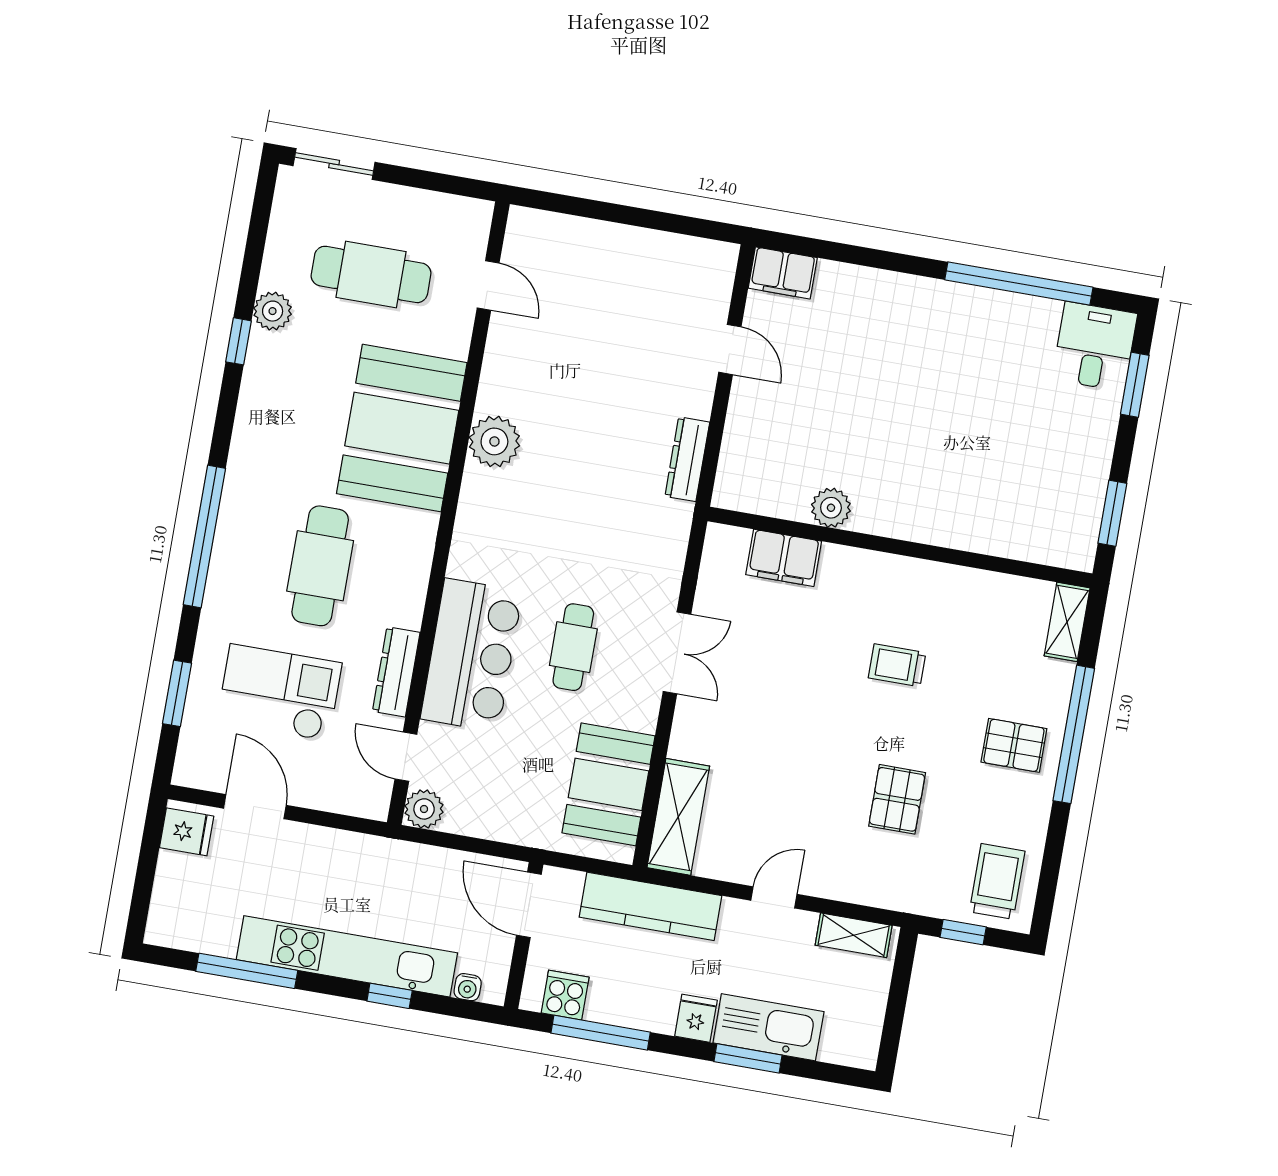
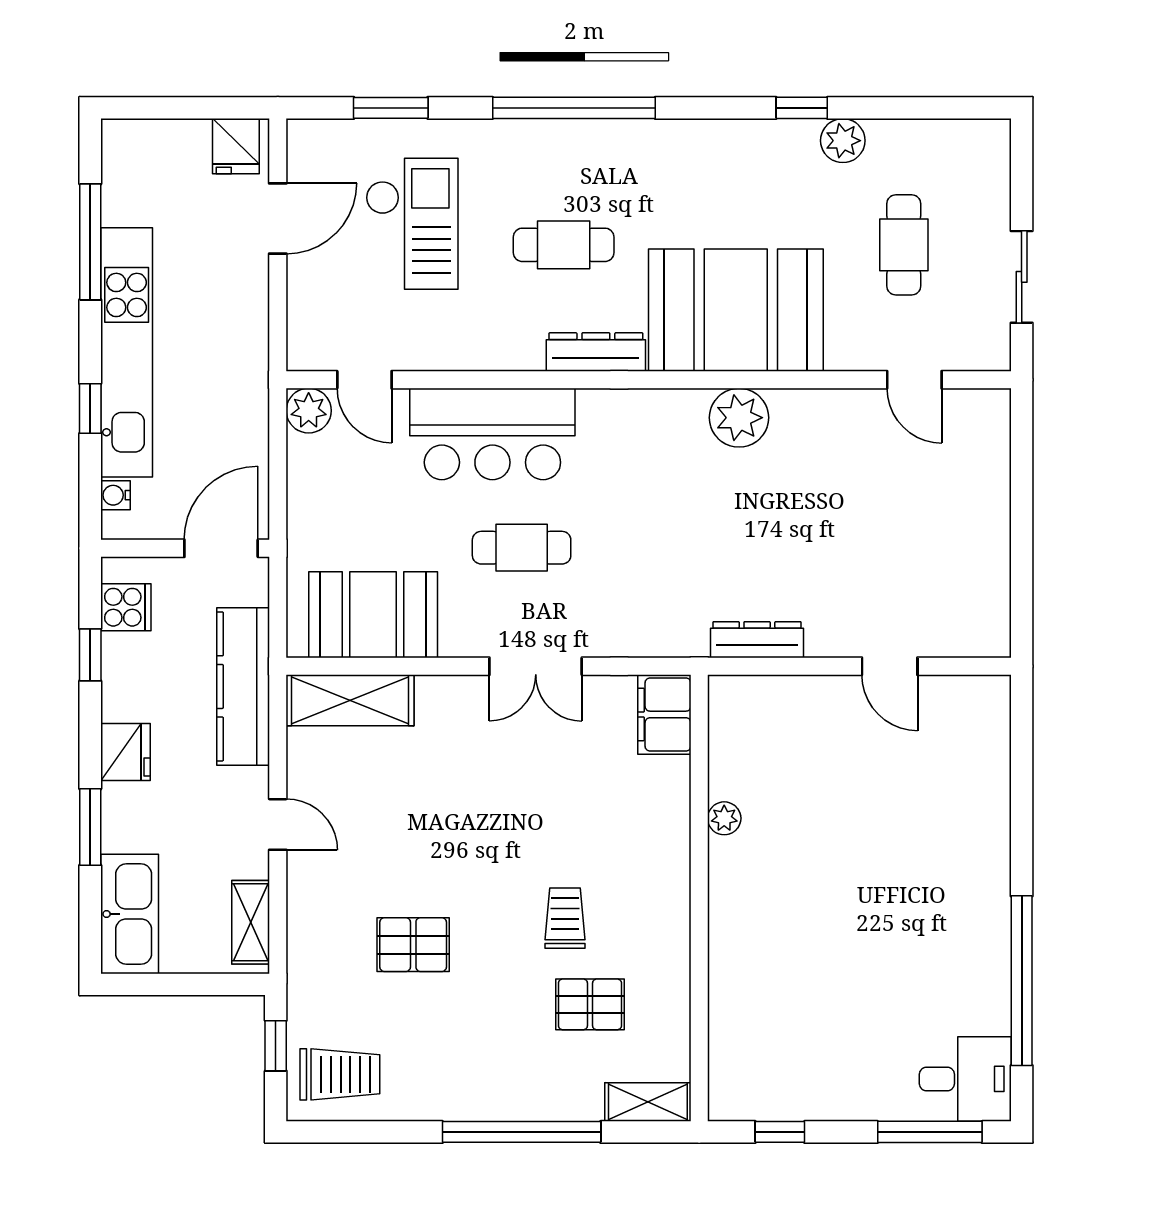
sliding door: (334, 164) -> (1022, 277), moved
filing cabinet: (783, 273) -> (987, 711), removed
cafe table: (371, 274) -> (904, 245), width x0.73, depth x0.74
door: (488, 286) -> (914, 380), hinge flipped
door: (730, 350) -> (890, 666), hinge flipped
window: (1135, 385) -> (930, 1132), width x1.44
plant: (831, 508) -> (724, 818), width x0.73, depth x0.73
window: (1112, 513) -> (780, 1132), width x0.67
filing cabinet: (784, 558) -> (664, 714), moved
cafe table: (320, 566) -> (564, 245), width x0.73, depth x0.74
dresser: (396, 672) -> (596, 352), moved
pallet: (1014, 745) -> (590, 1004), moved, turned 90
door: (406, 757) -> (364, 380), swing flipped
fridge: (696, 1018) -> (125, 752), width x1.38
kitchen sink: (768, 1027) -> (130, 914), moved
window: (601, 1033) -> (90, 655), width x0.46

